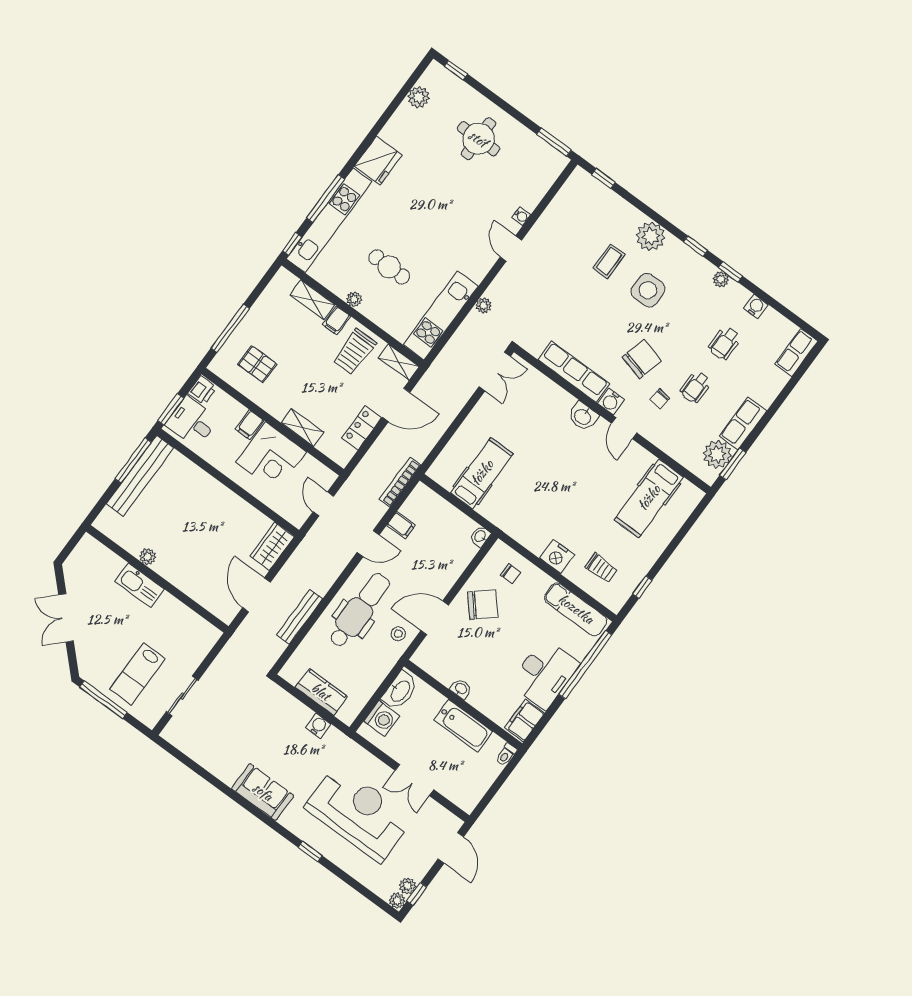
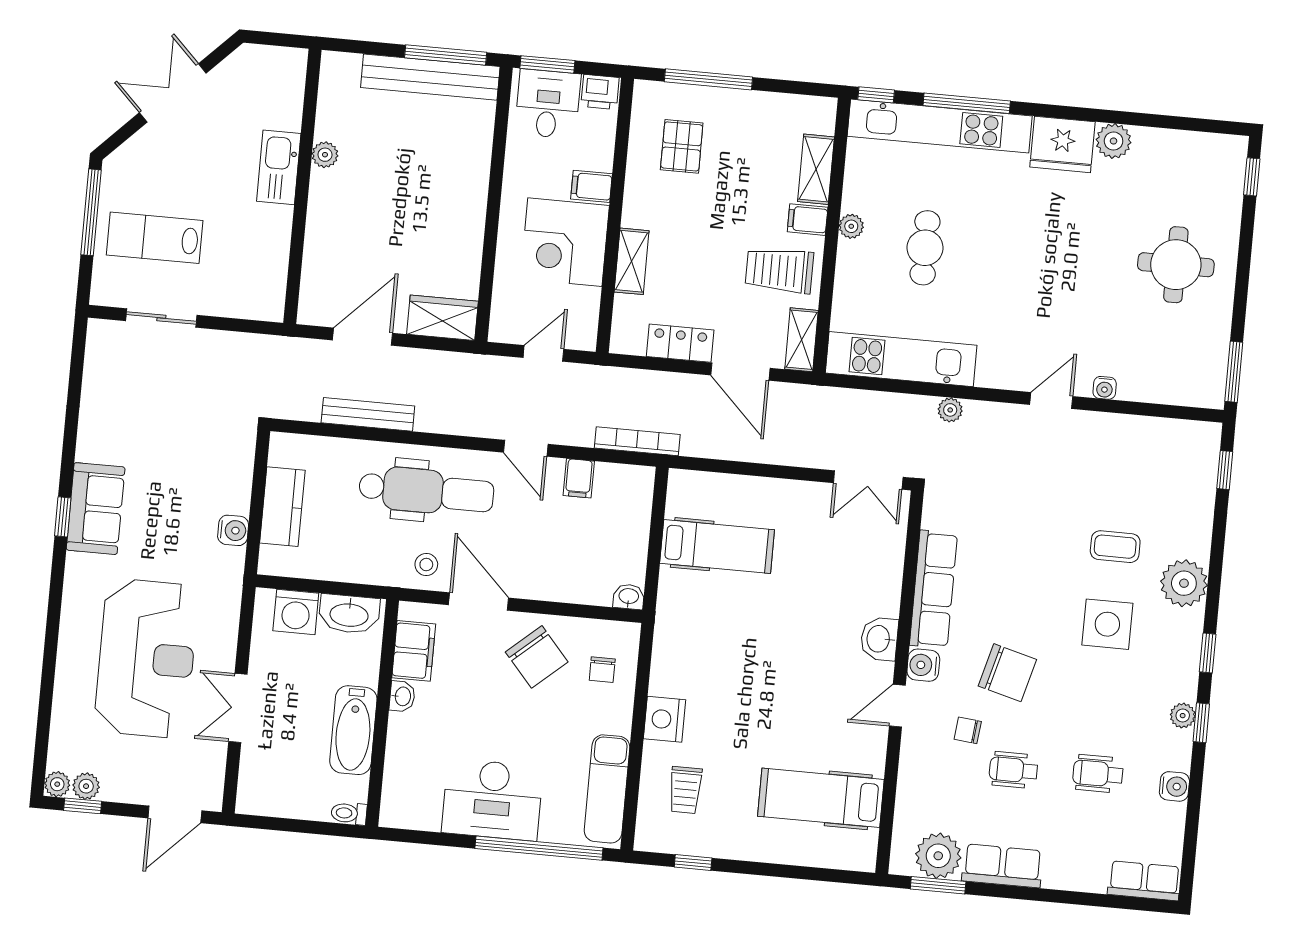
plant: (418, 97) -> (1114, 141), moved
filing cabinet: (525, 720) -> (414, 651), moved, turned 90
window: (310, 851) -> (63, 517), moved

